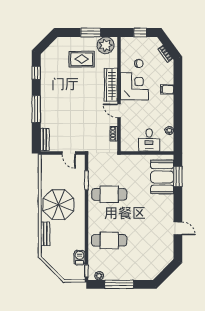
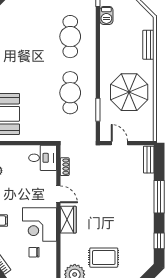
wardrobe: (111, 85) -> (68, 220), width x0.67
desk: (149, 140) -> (43, 158), moved, turned 90
cafe table: (109, 194) -> (70, 93), turned 90
parasol: (58, 205) -> (129, 92), moved
cafe table: (109, 240) -> (70, 37), turned 90

